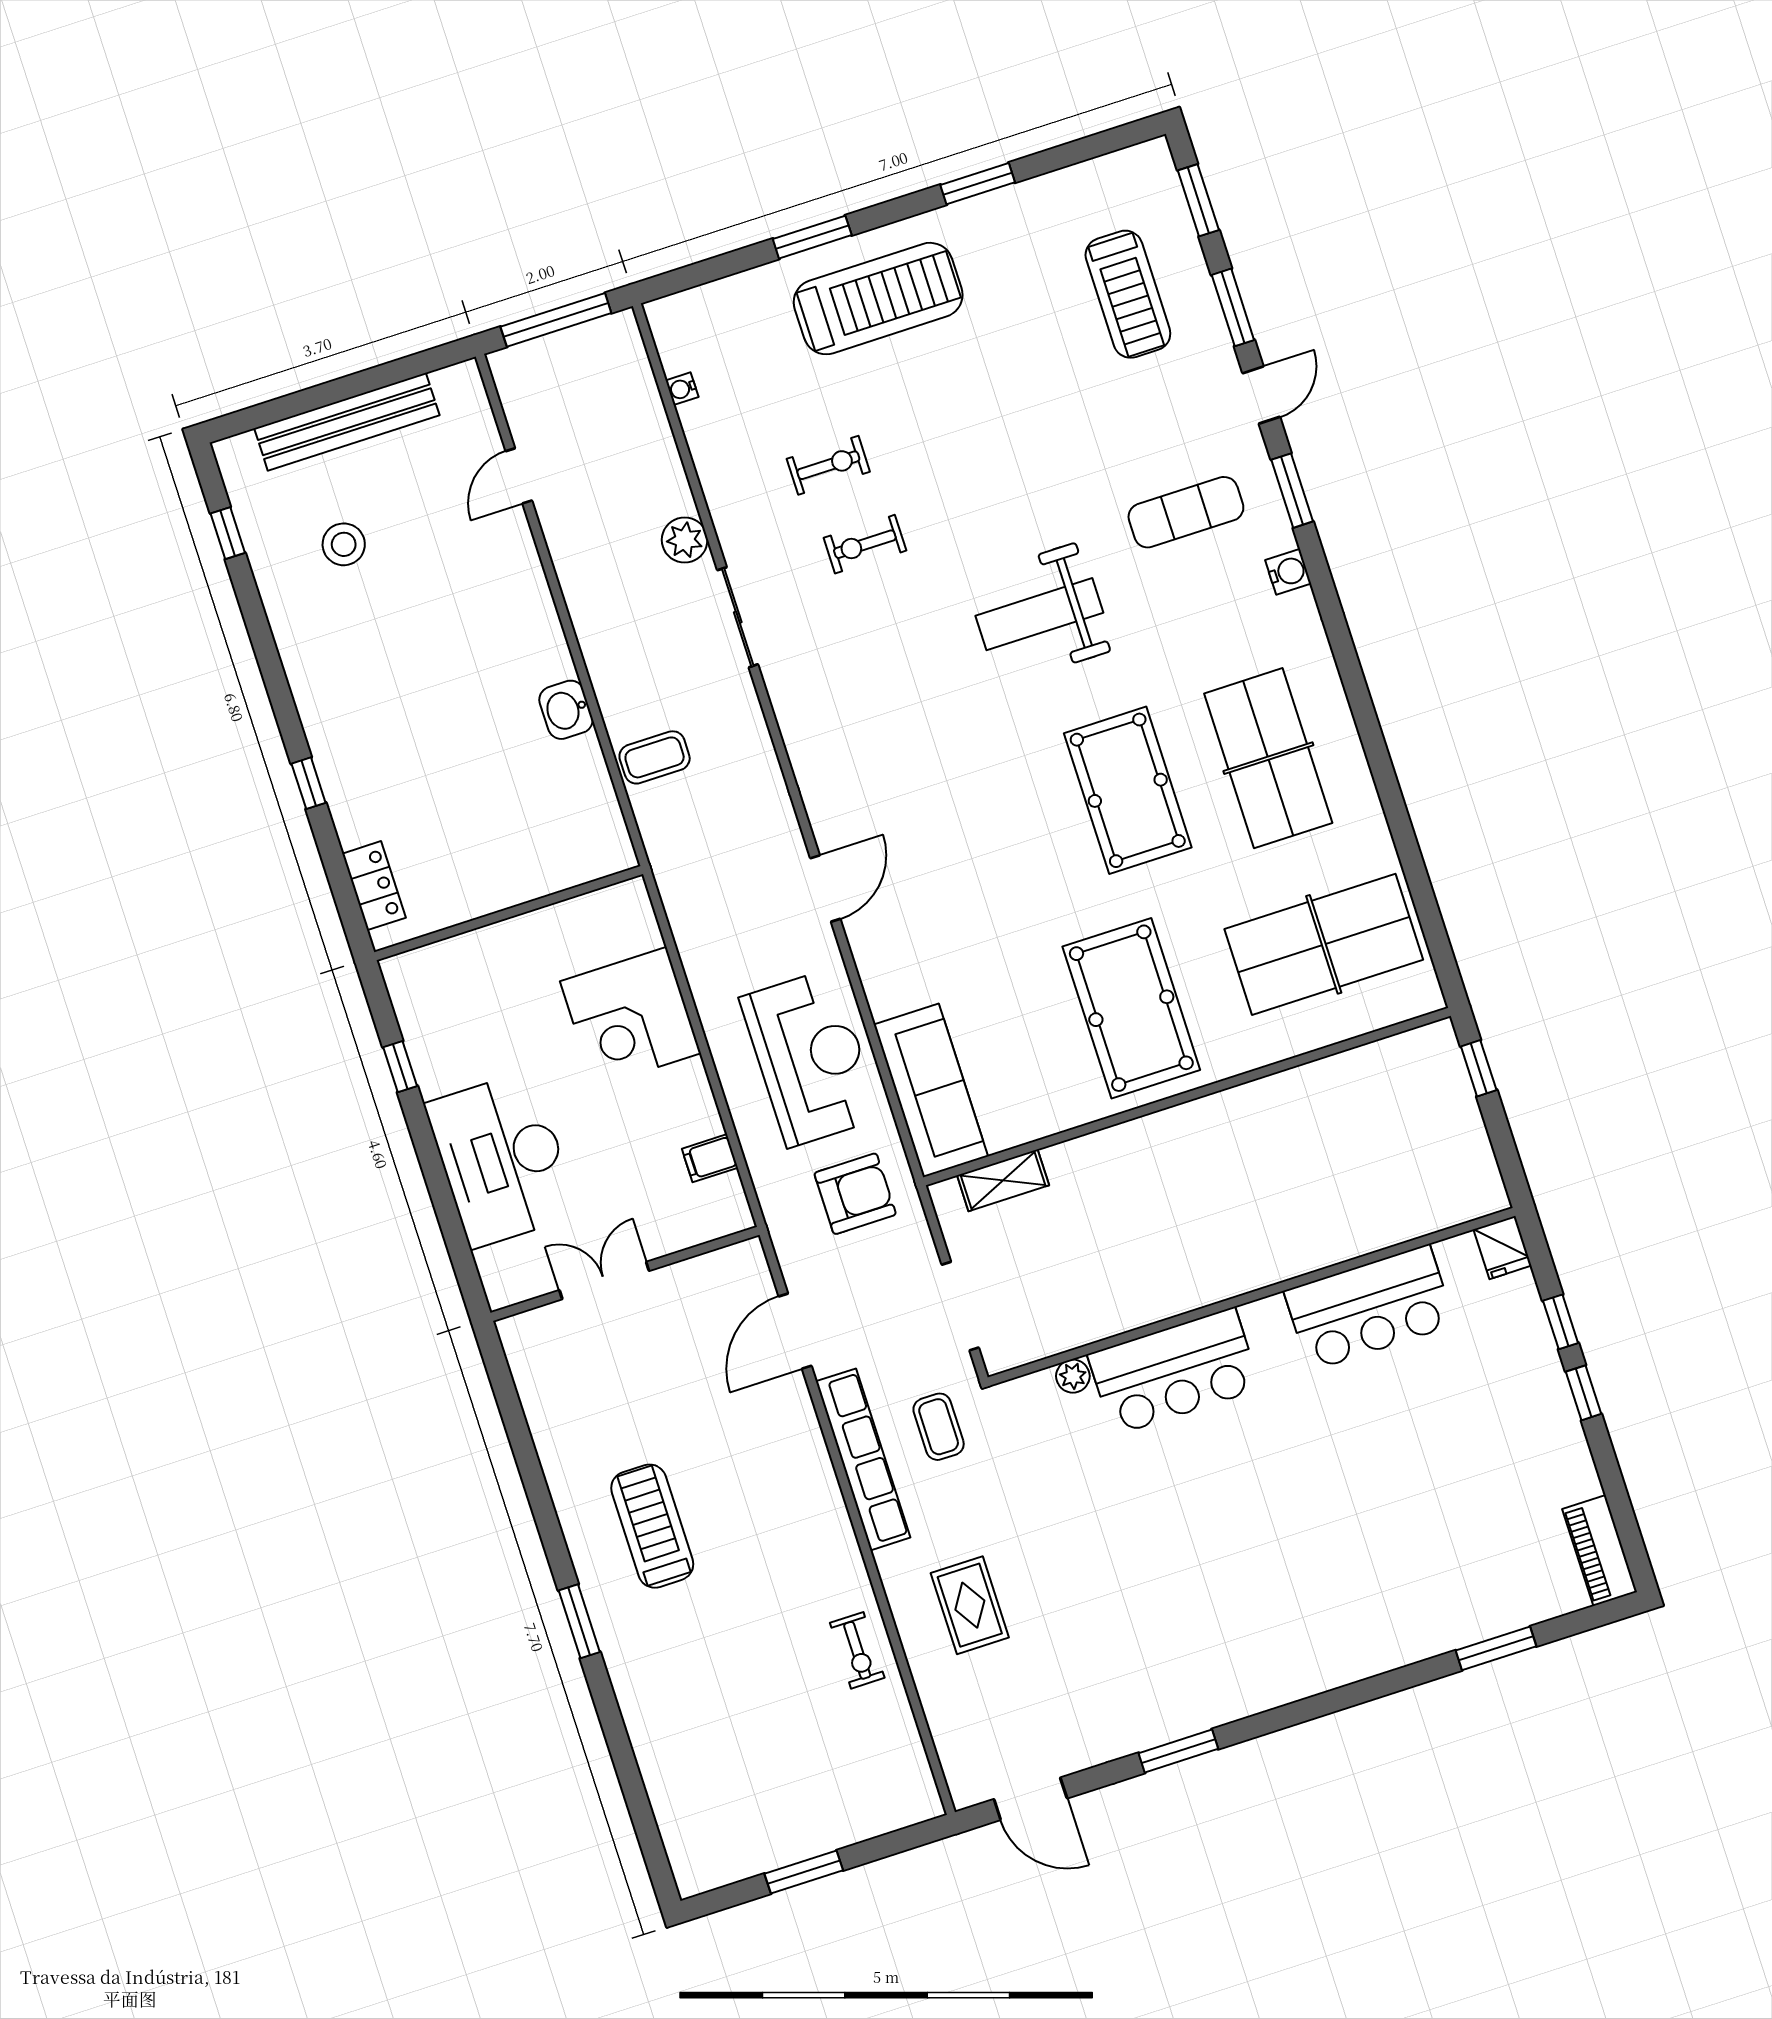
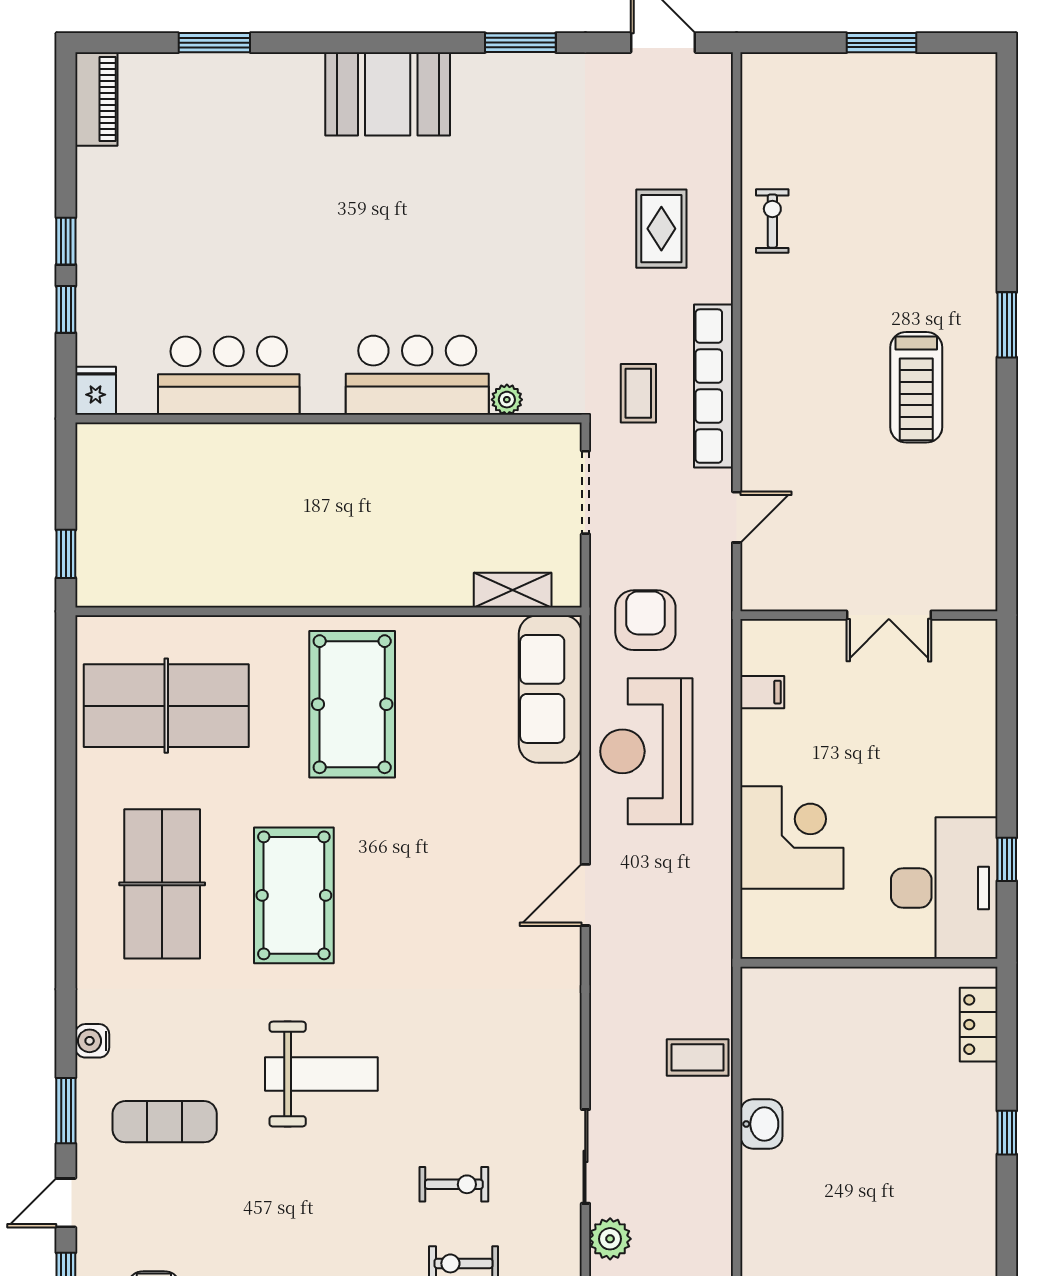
desk: (502, 1159) -> (944, 888), moved
armchair: (855, 1194) -> (645, 620), turned 90
door: (795, 1331) -> (737, 517), width x0.73
booth: (1299, 1653) -> (388, 94), added

